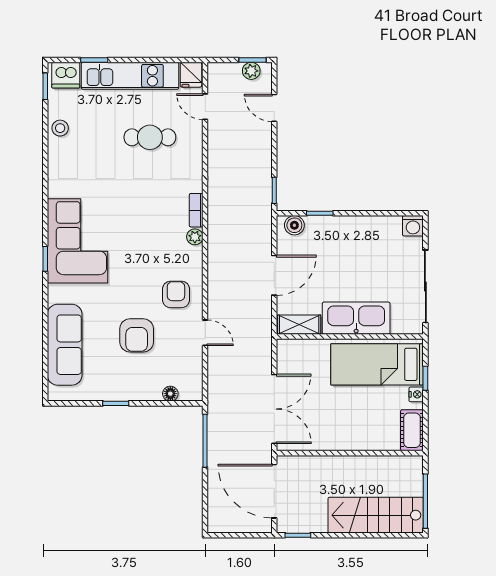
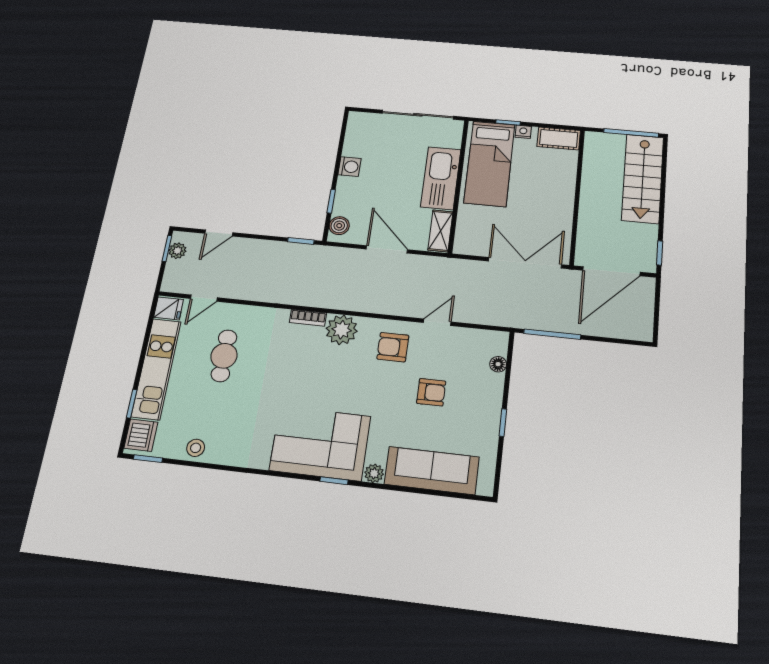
washing machine: (413, 226) -> (350, 167), moved
plant: (195, 237) -> (342, 330), width x1.87, depth x1.87
plant: (56, 294) -> (374, 473), added
armchair: (137, 335) -> (431, 392), width x0.72, depth x0.72

